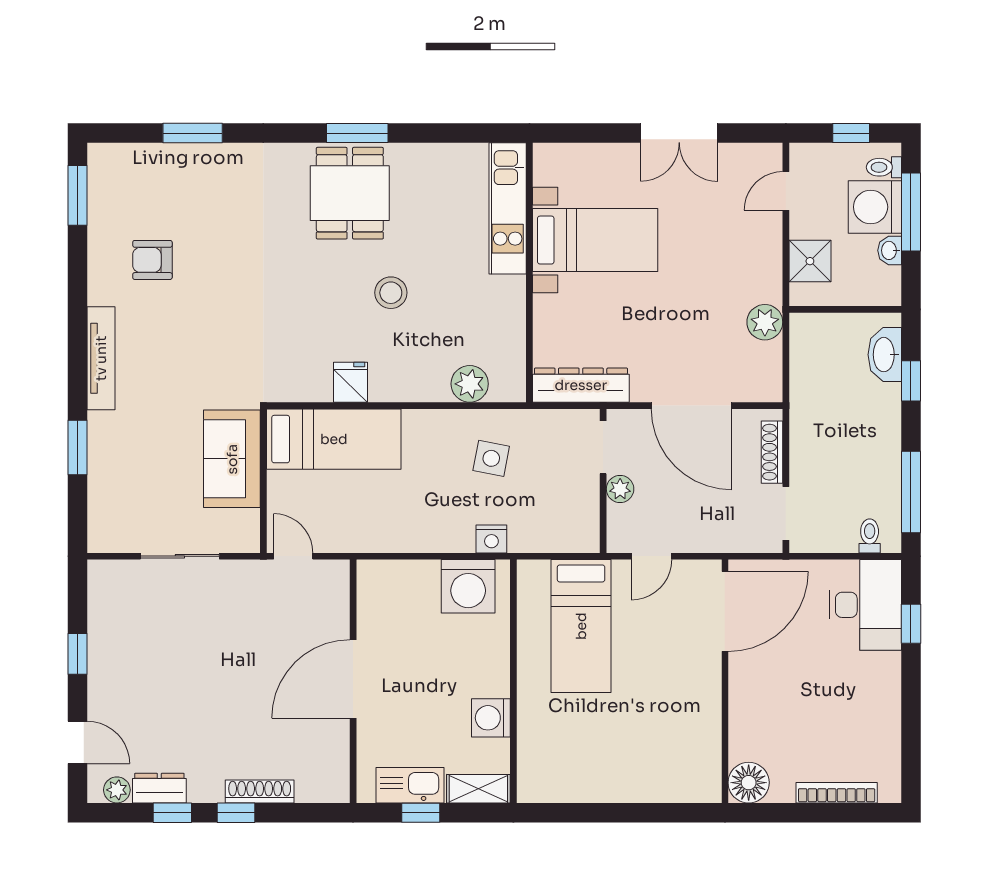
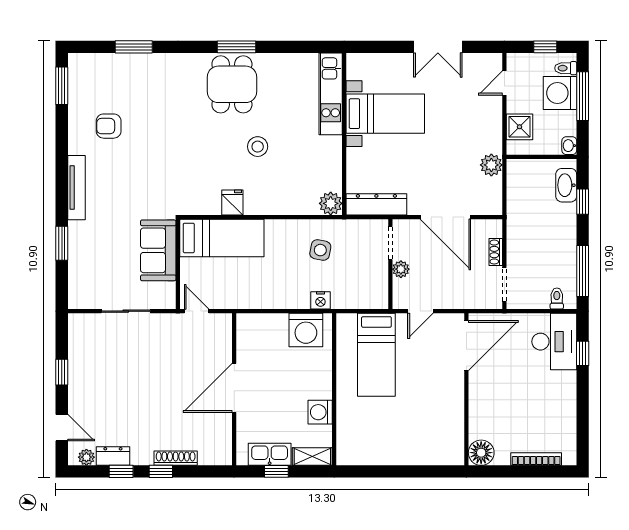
washbasin: (890, 250) -> (569, 146), moved
plant: (470, 384) -> (331, 203), moved
shoe rack: (772, 452) -> (496, 252), width x0.70

